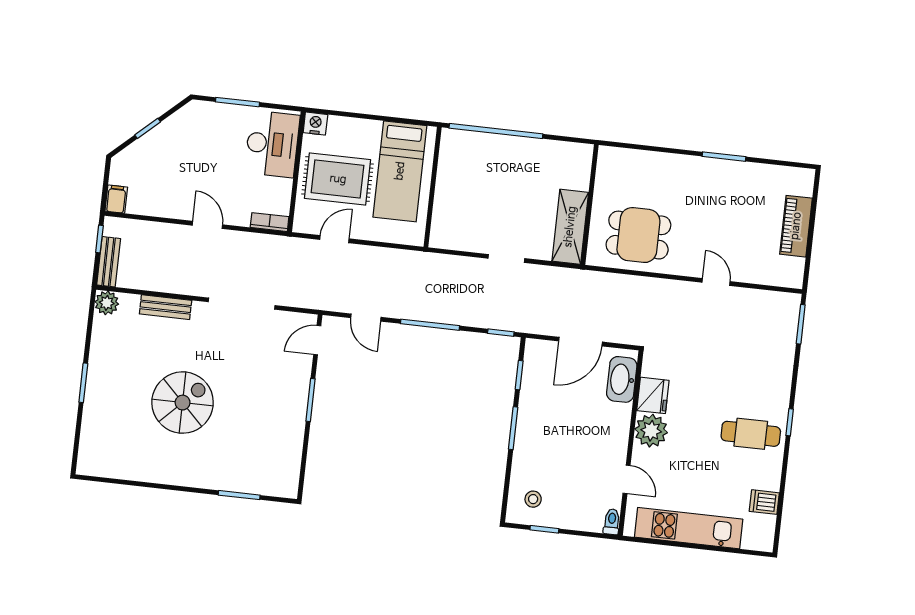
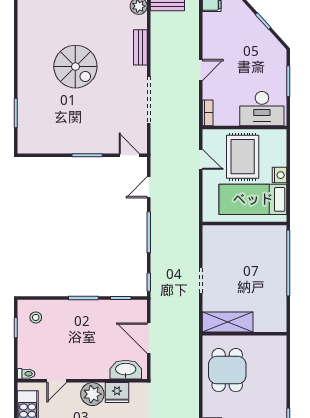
nightstand: (315, 124) -> (279, 175), moved

